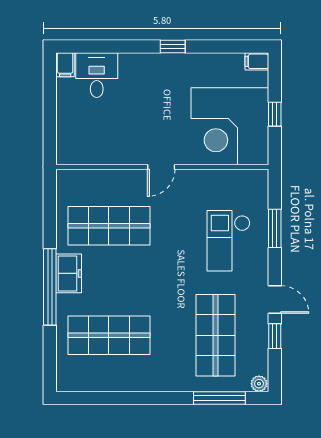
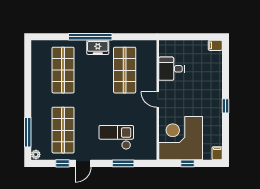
desk: (97, 75) -> (171, 69), moved, turned 180
shop shelf: (216, 335) -> (63, 130), turned 90

